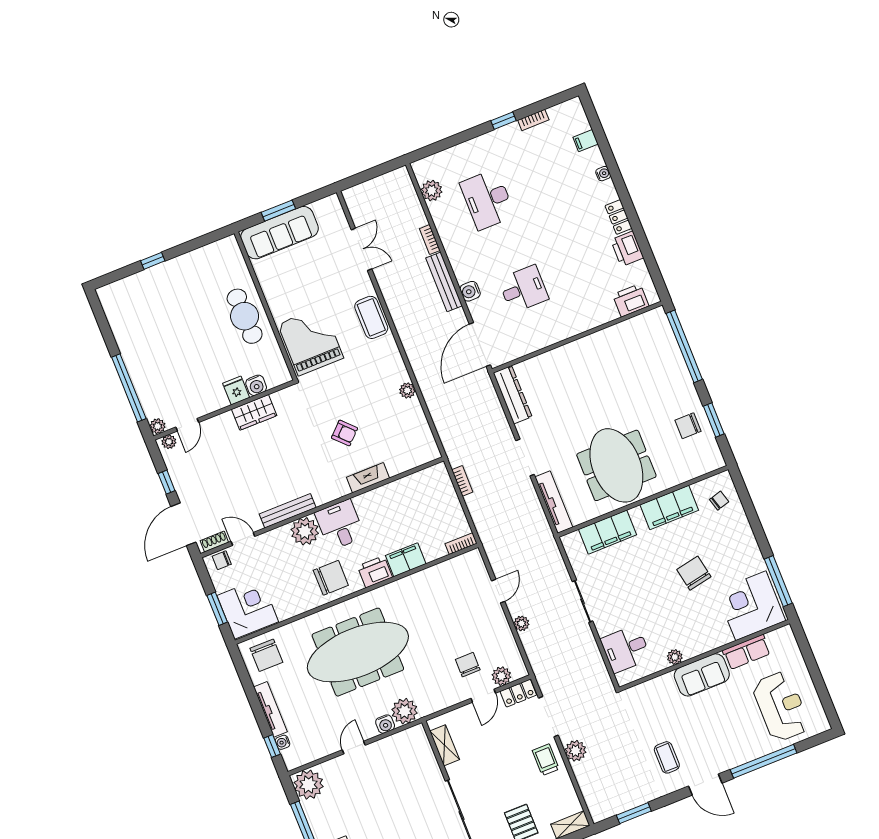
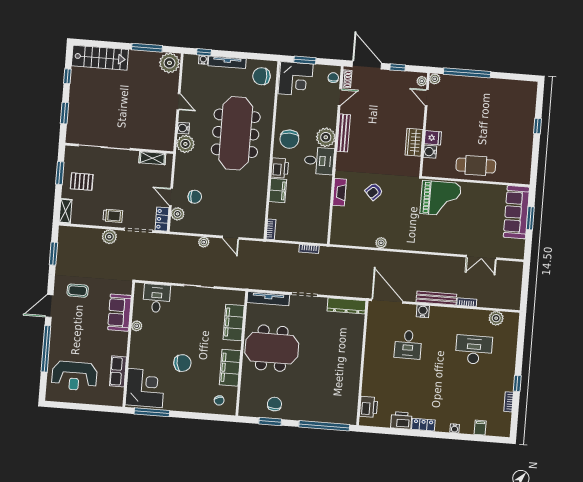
coffee table: (371, 317) -> (437, 243), removed
sofa: (702, 675) -> (119, 313), moved

